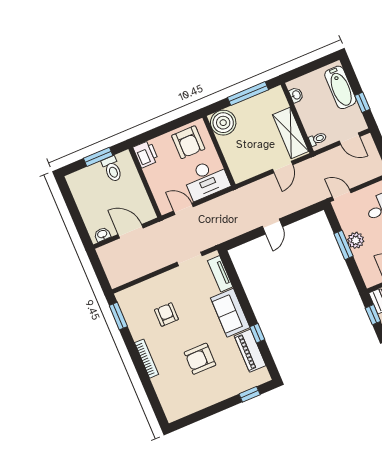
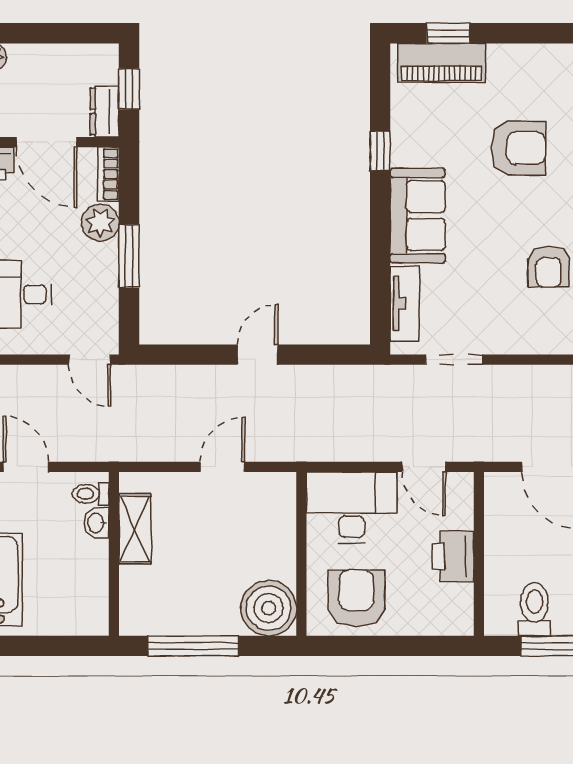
washbasin: (296, 95) -> (97, 523), moved
shelving: (291, 133) -> (135, 529), width x0.67, depth x0.75
printer: (146, 154) -> (453, 556), moved
door: (283, 167) -> (222, 467), moved
plant: (356, 240) -> (100, 223), moved
bookcase: (367, 275) -> (108, 174), added
piano: (250, 351) -> (441, 63), moved, turned 90

